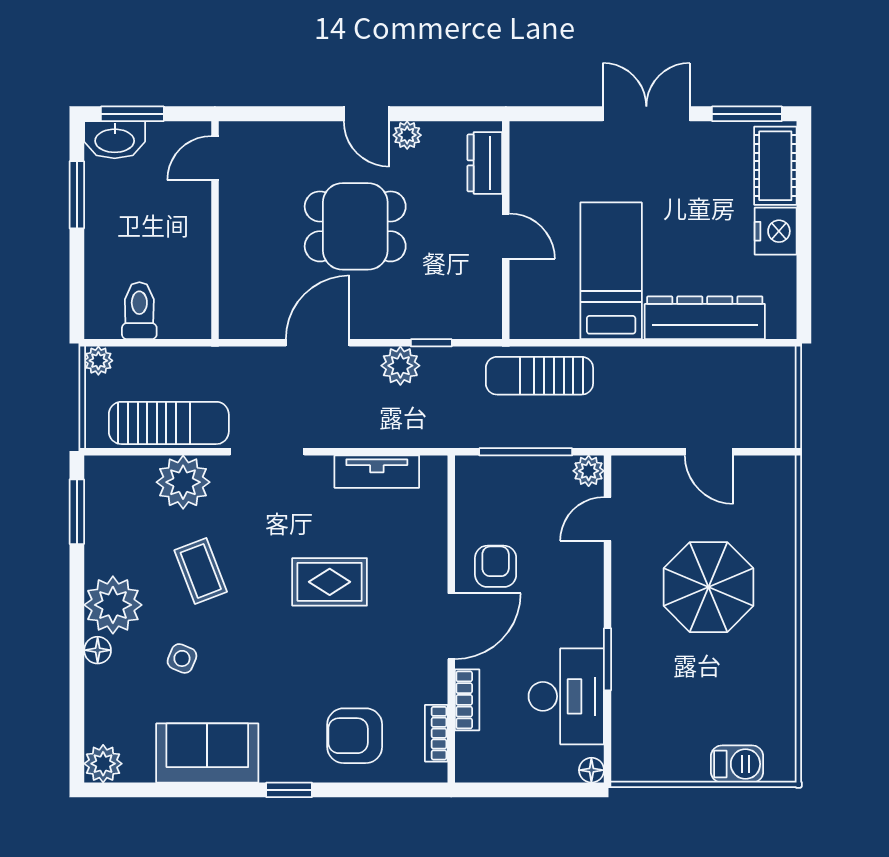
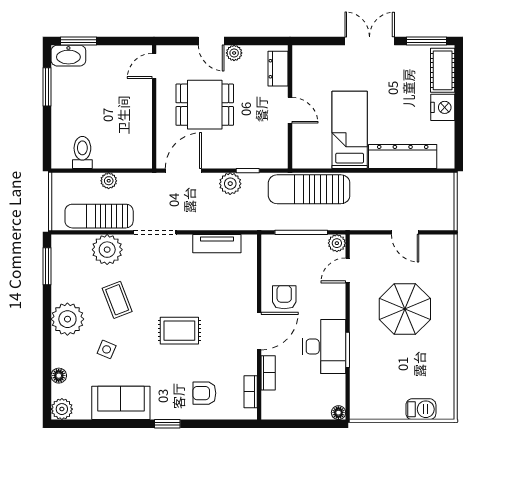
door: (215, 158) -> (154, 66), moved
wall: (215, 230) -> (154, 107), moved
plant: (98, 361) -> (109, 181), moved
sun lounger: (539, 376) -> (309, 189), width x1.36, depth x1.34
sun lounger: (169, 423) -> (99, 216), turned 180
rug: (330, 582) -> (179, 331), moved
floor lamp: (98, 650) -> (59, 376), moved
desk: (566, 696) -> (324, 347), moved
armchair: (355, 736) -> (204, 393), width x0.72, depth x0.72

